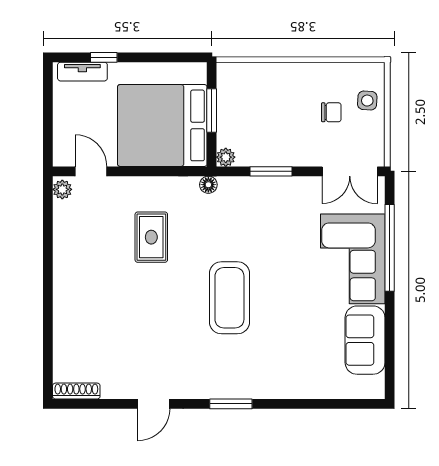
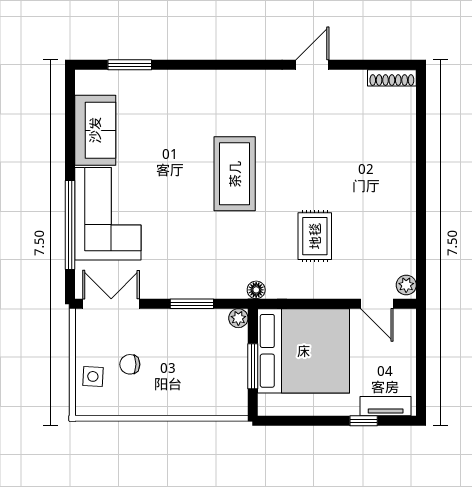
window: (231, 404) -> (130, 65), moved

